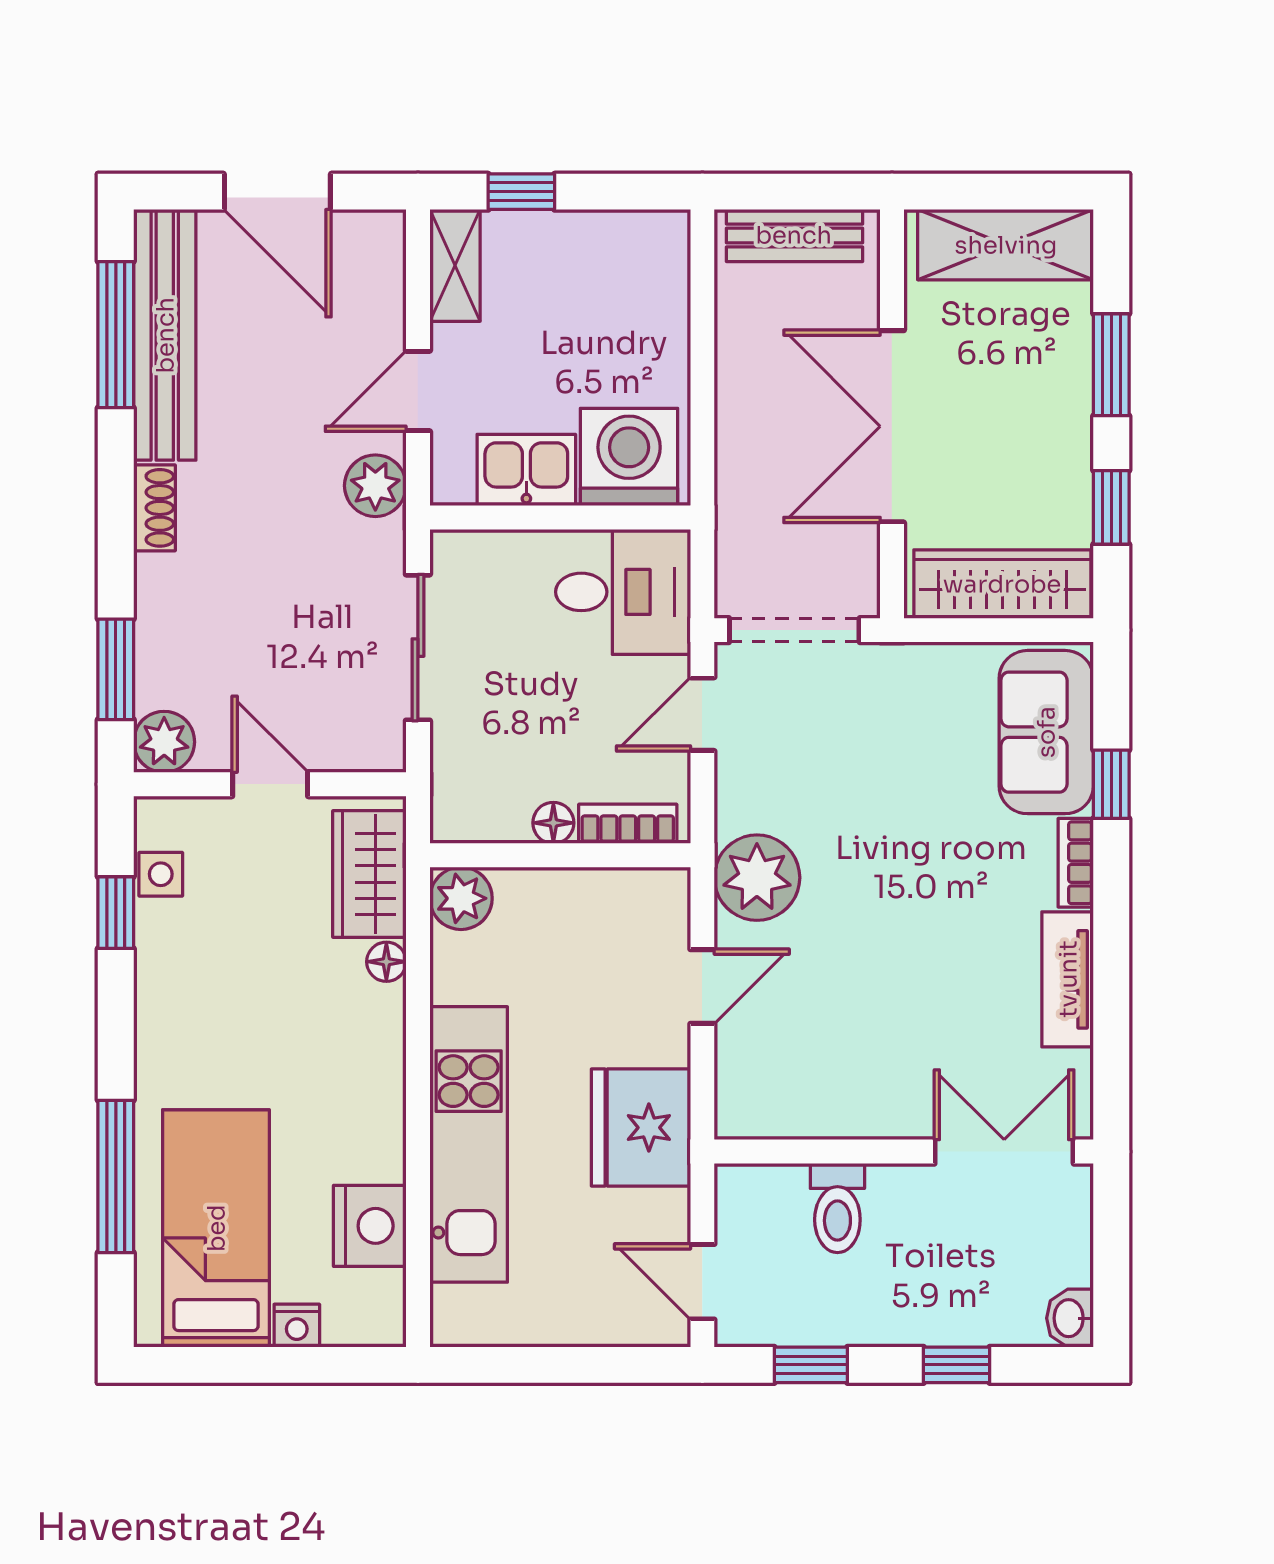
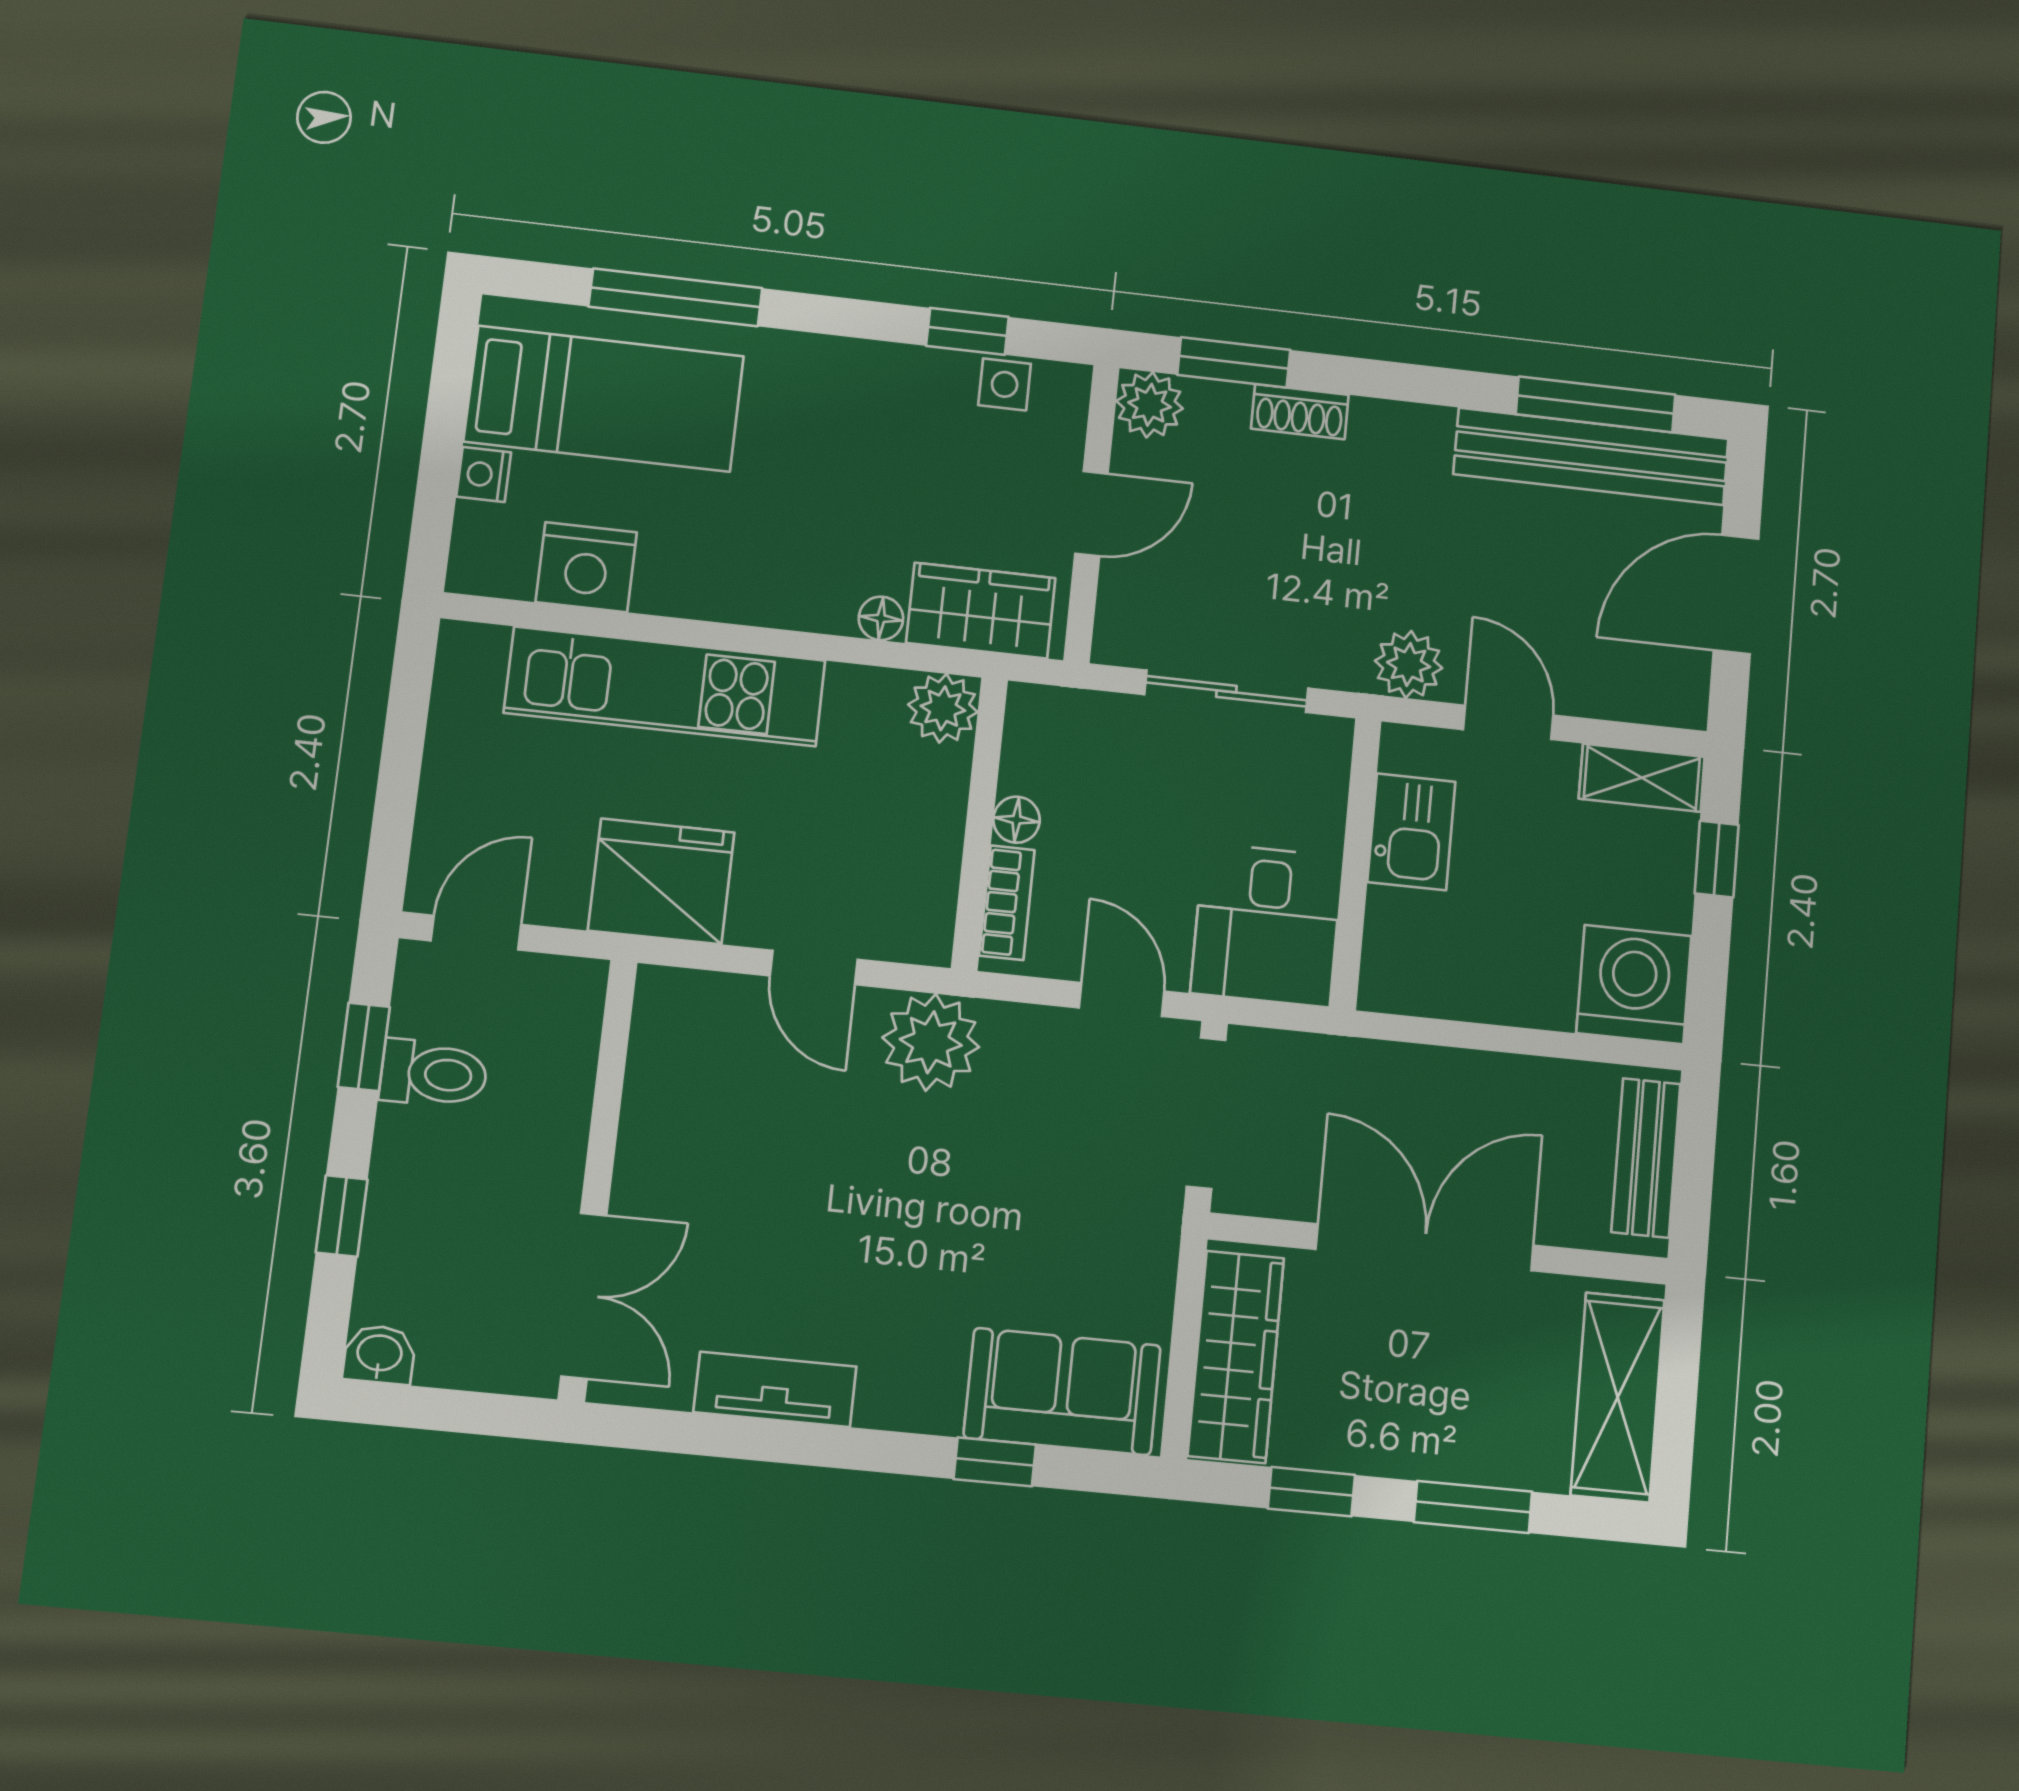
washing machine: (629, 457) -> (1634, 984), moved, turned -90
shoe rack: (154, 508) -> (1300, 412), moved
bookcase: (1076, 863) -> (909, 1412), removed
toilet: (837, 1208) -> (434, 1074), moved, turned 180

